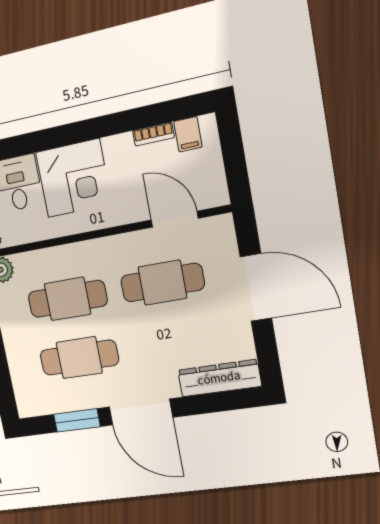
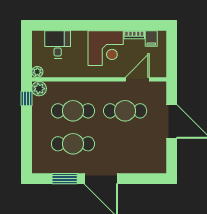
corner desk: (74, 178) -> (106, 48), moved
door: (175, 219) -> (137, 79), hinge flipped
dresser: (219, 378) -> (146, 166), removed

